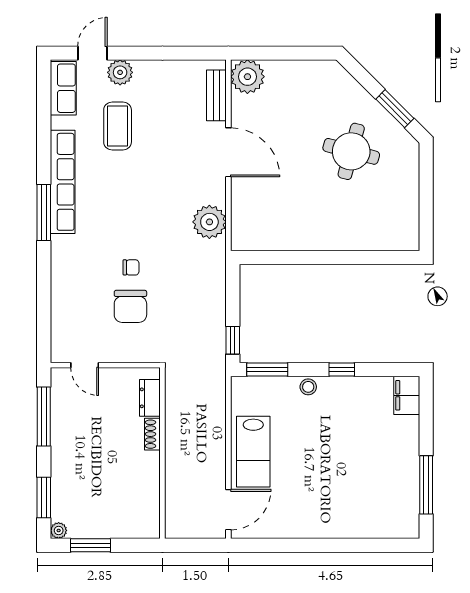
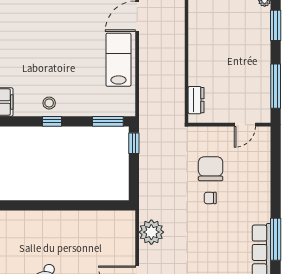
door: (85, 365) -> (245, 125), swing flipped
stool: (308, 387) -> (49, 103), moved
shoe rack: (152, 434) -> (194, 73), removed

